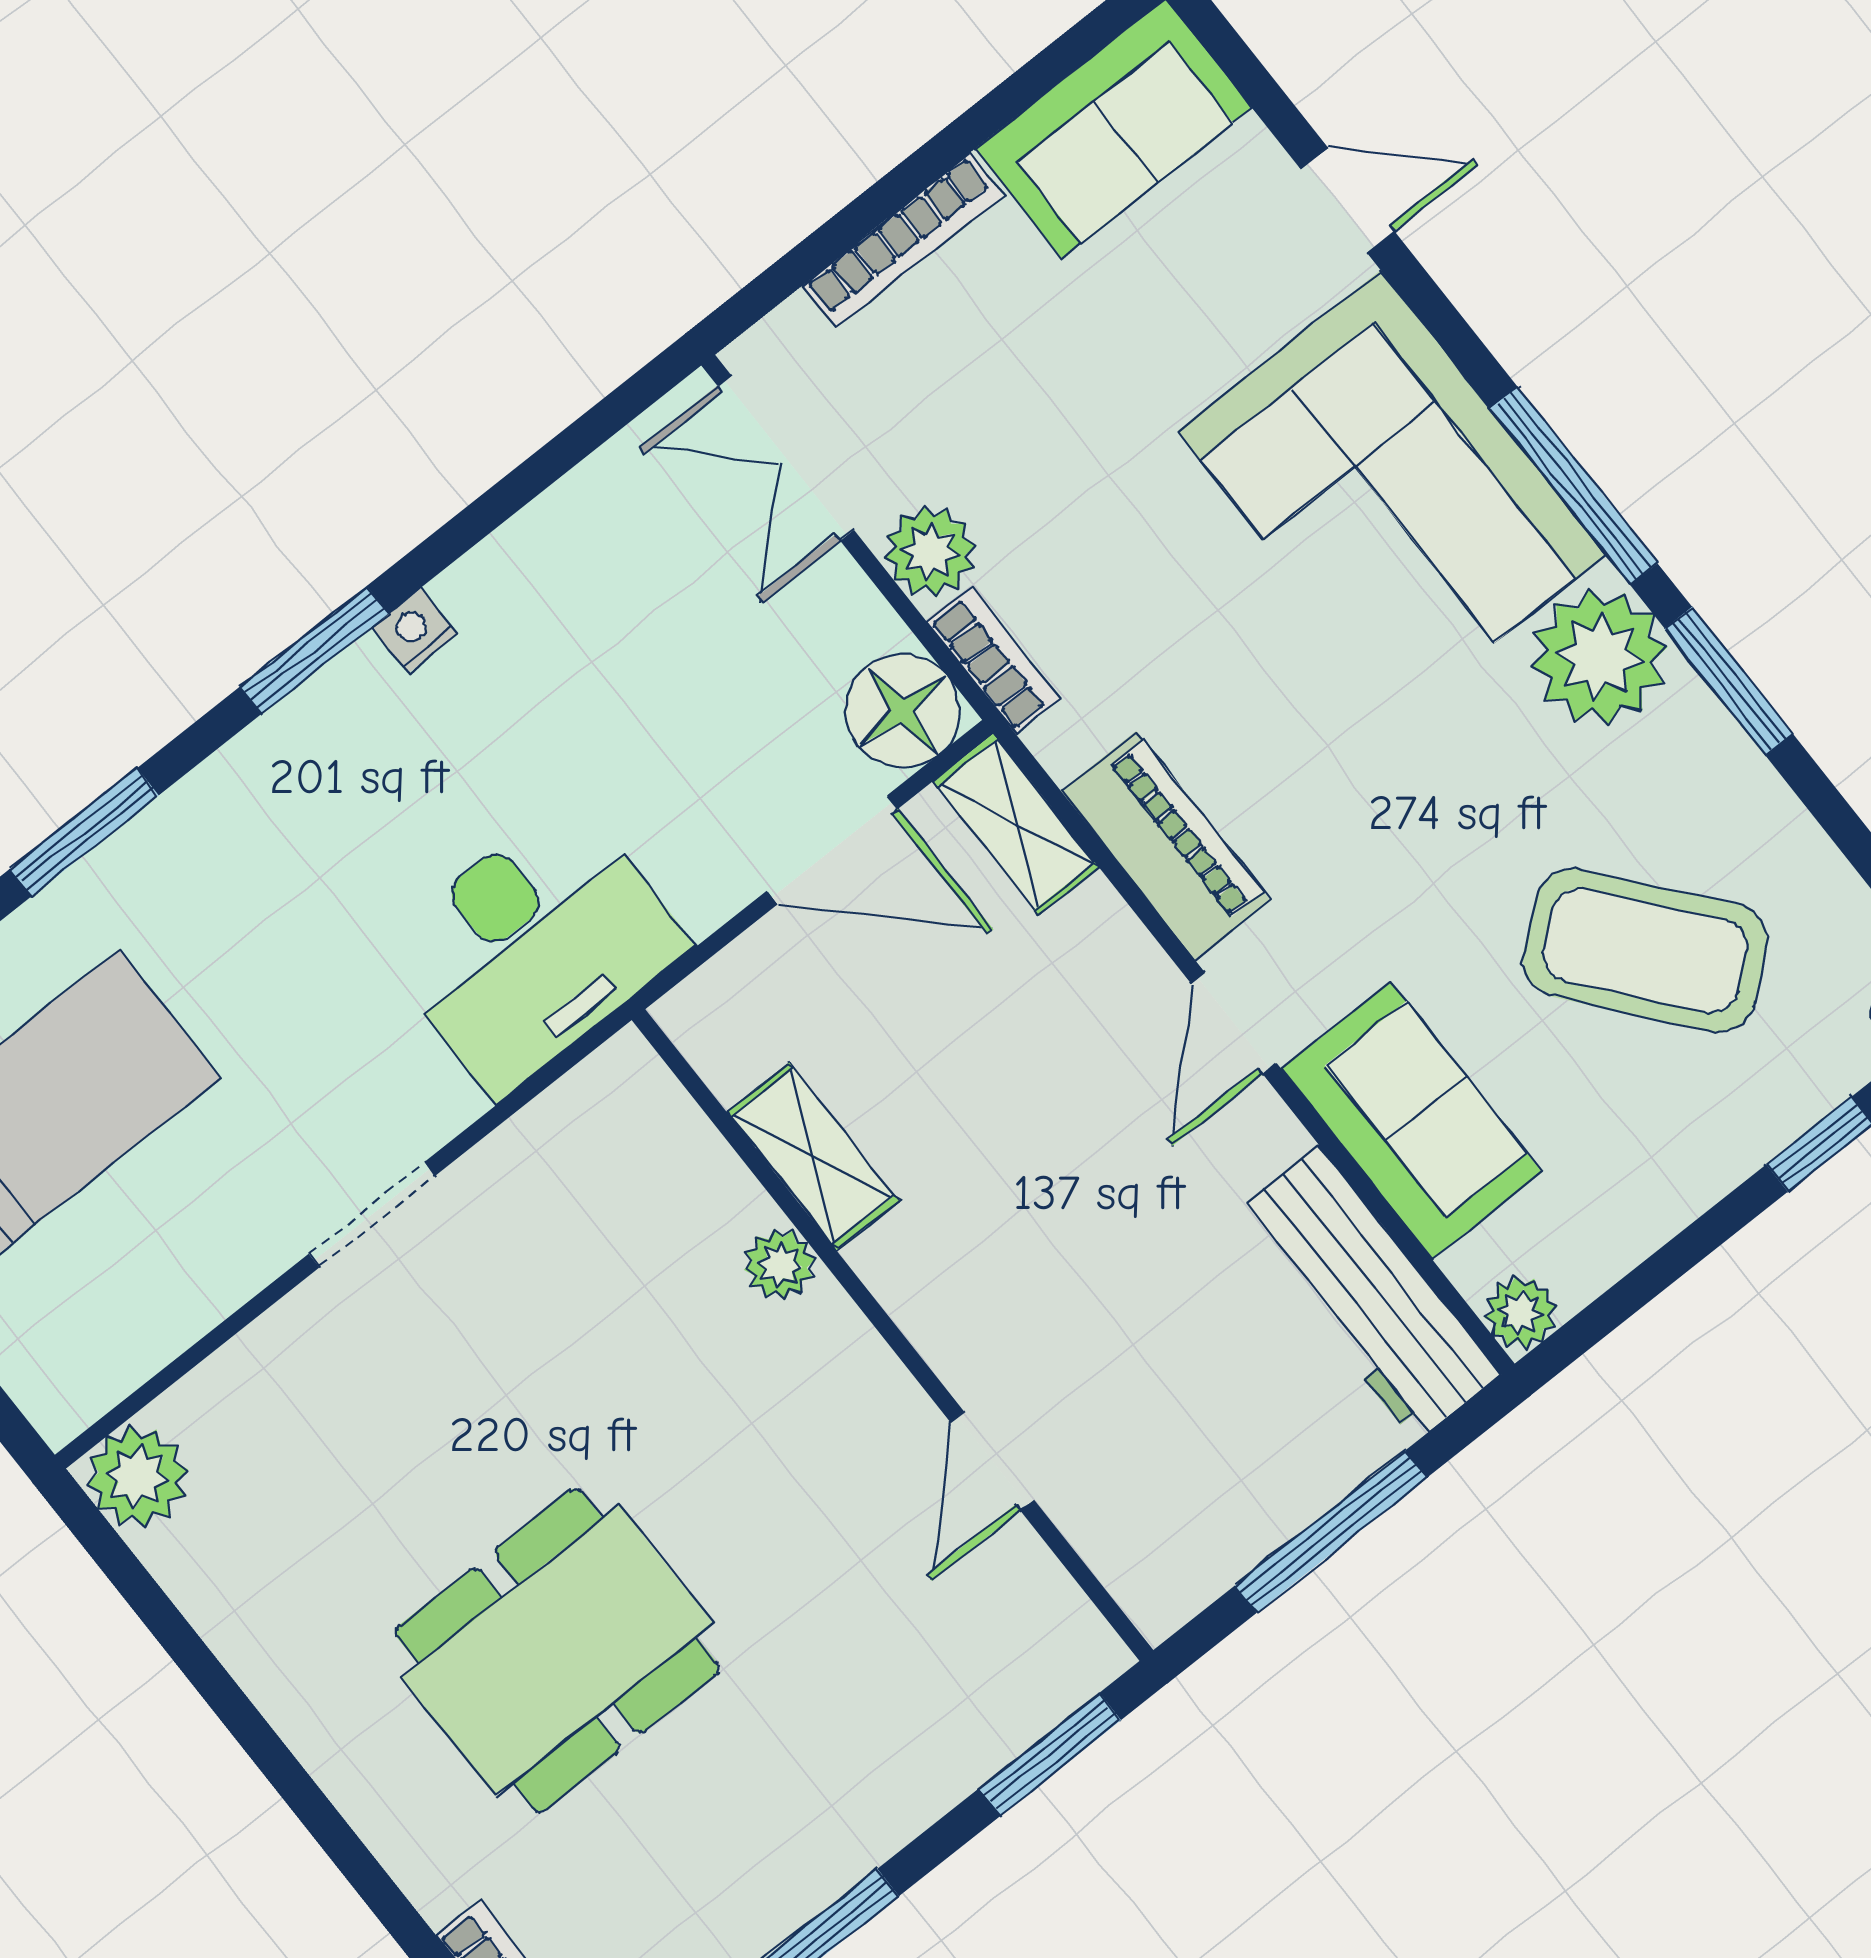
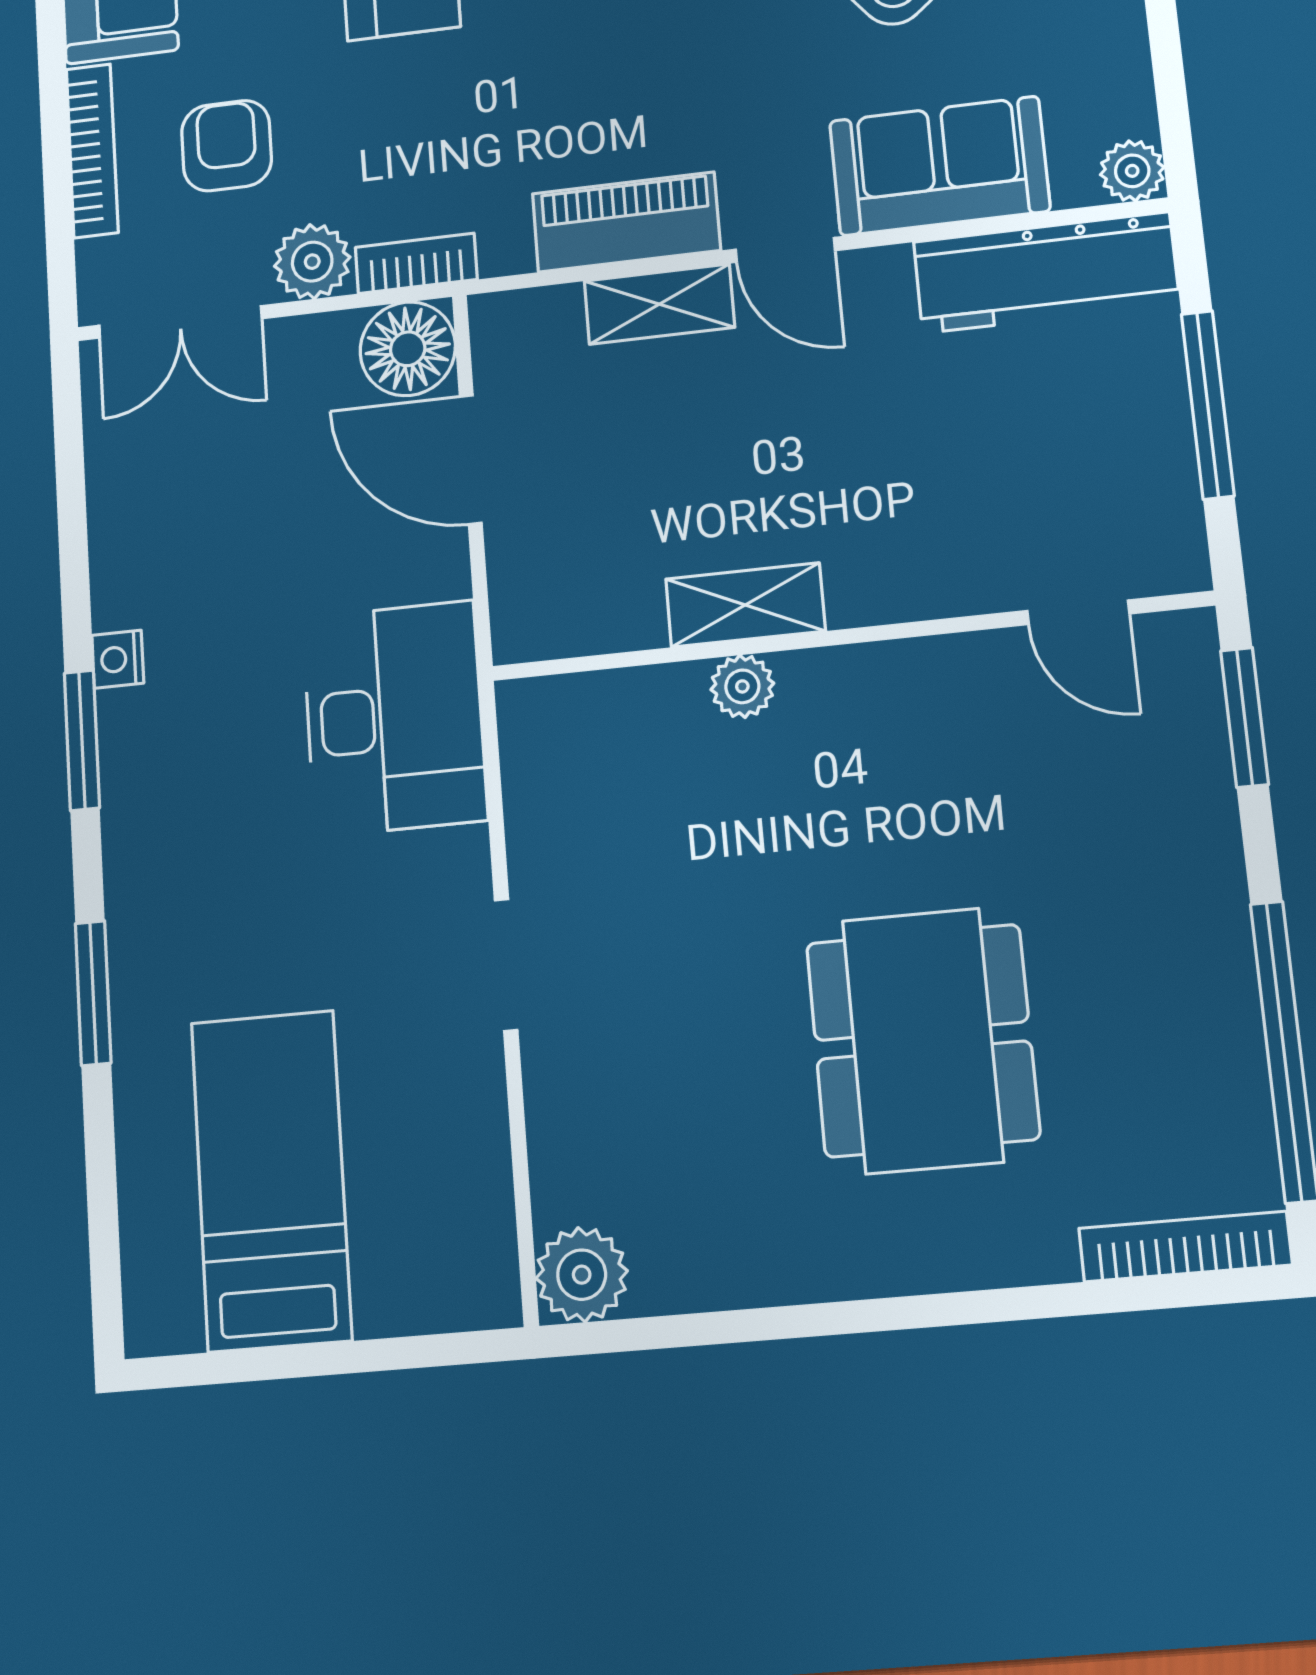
armchair: (994, 379) -> (227, 146), added
shelving: (1016, 824) -> (659, 304), moved
door: (832, 850) -> (471, 459), swing flipped
shelving: (813, 1156) -> (745, 605), moved
door: (992, 1461) -> (1078, 612), moved

